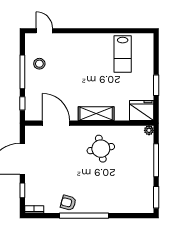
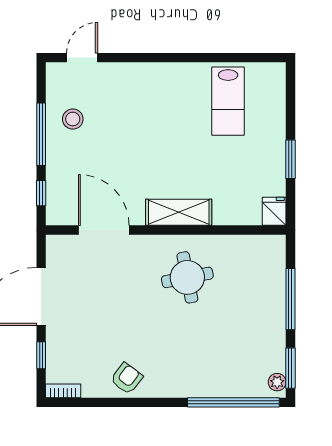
door: (44, 31) -> (82, 58), hinge flipped
fridge: (142, 111) -> (274, 211), width x0.53, depth x0.75
plant: (149, 130) -> (277, 382), moved
armchair: (68, 203) -> (127, 378), turned 112
window: (84, 216) -> (233, 402), moved

